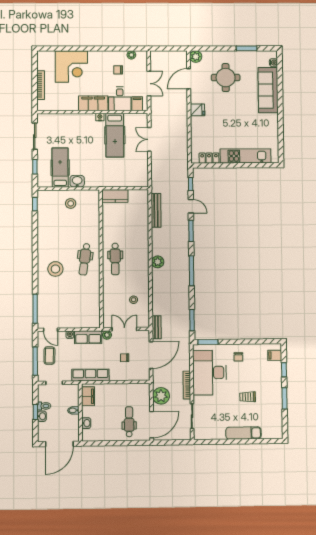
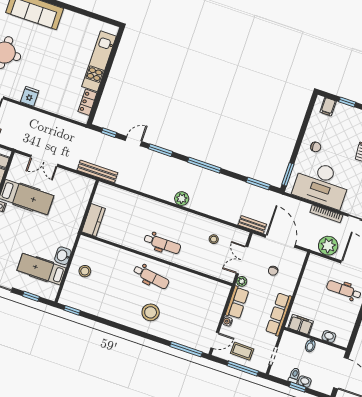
bench: (156, 210) -> (97, 171), moved

